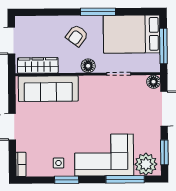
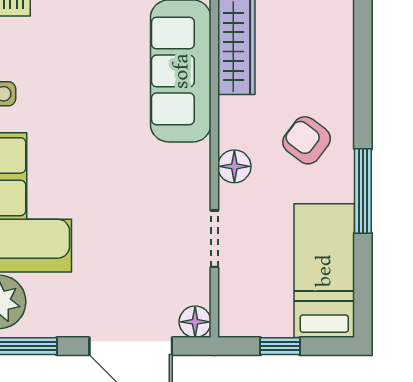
bed: (132, 34) -> (324, 271), width x0.67
window: (163, 46) -> (280, 346), width x0.46

